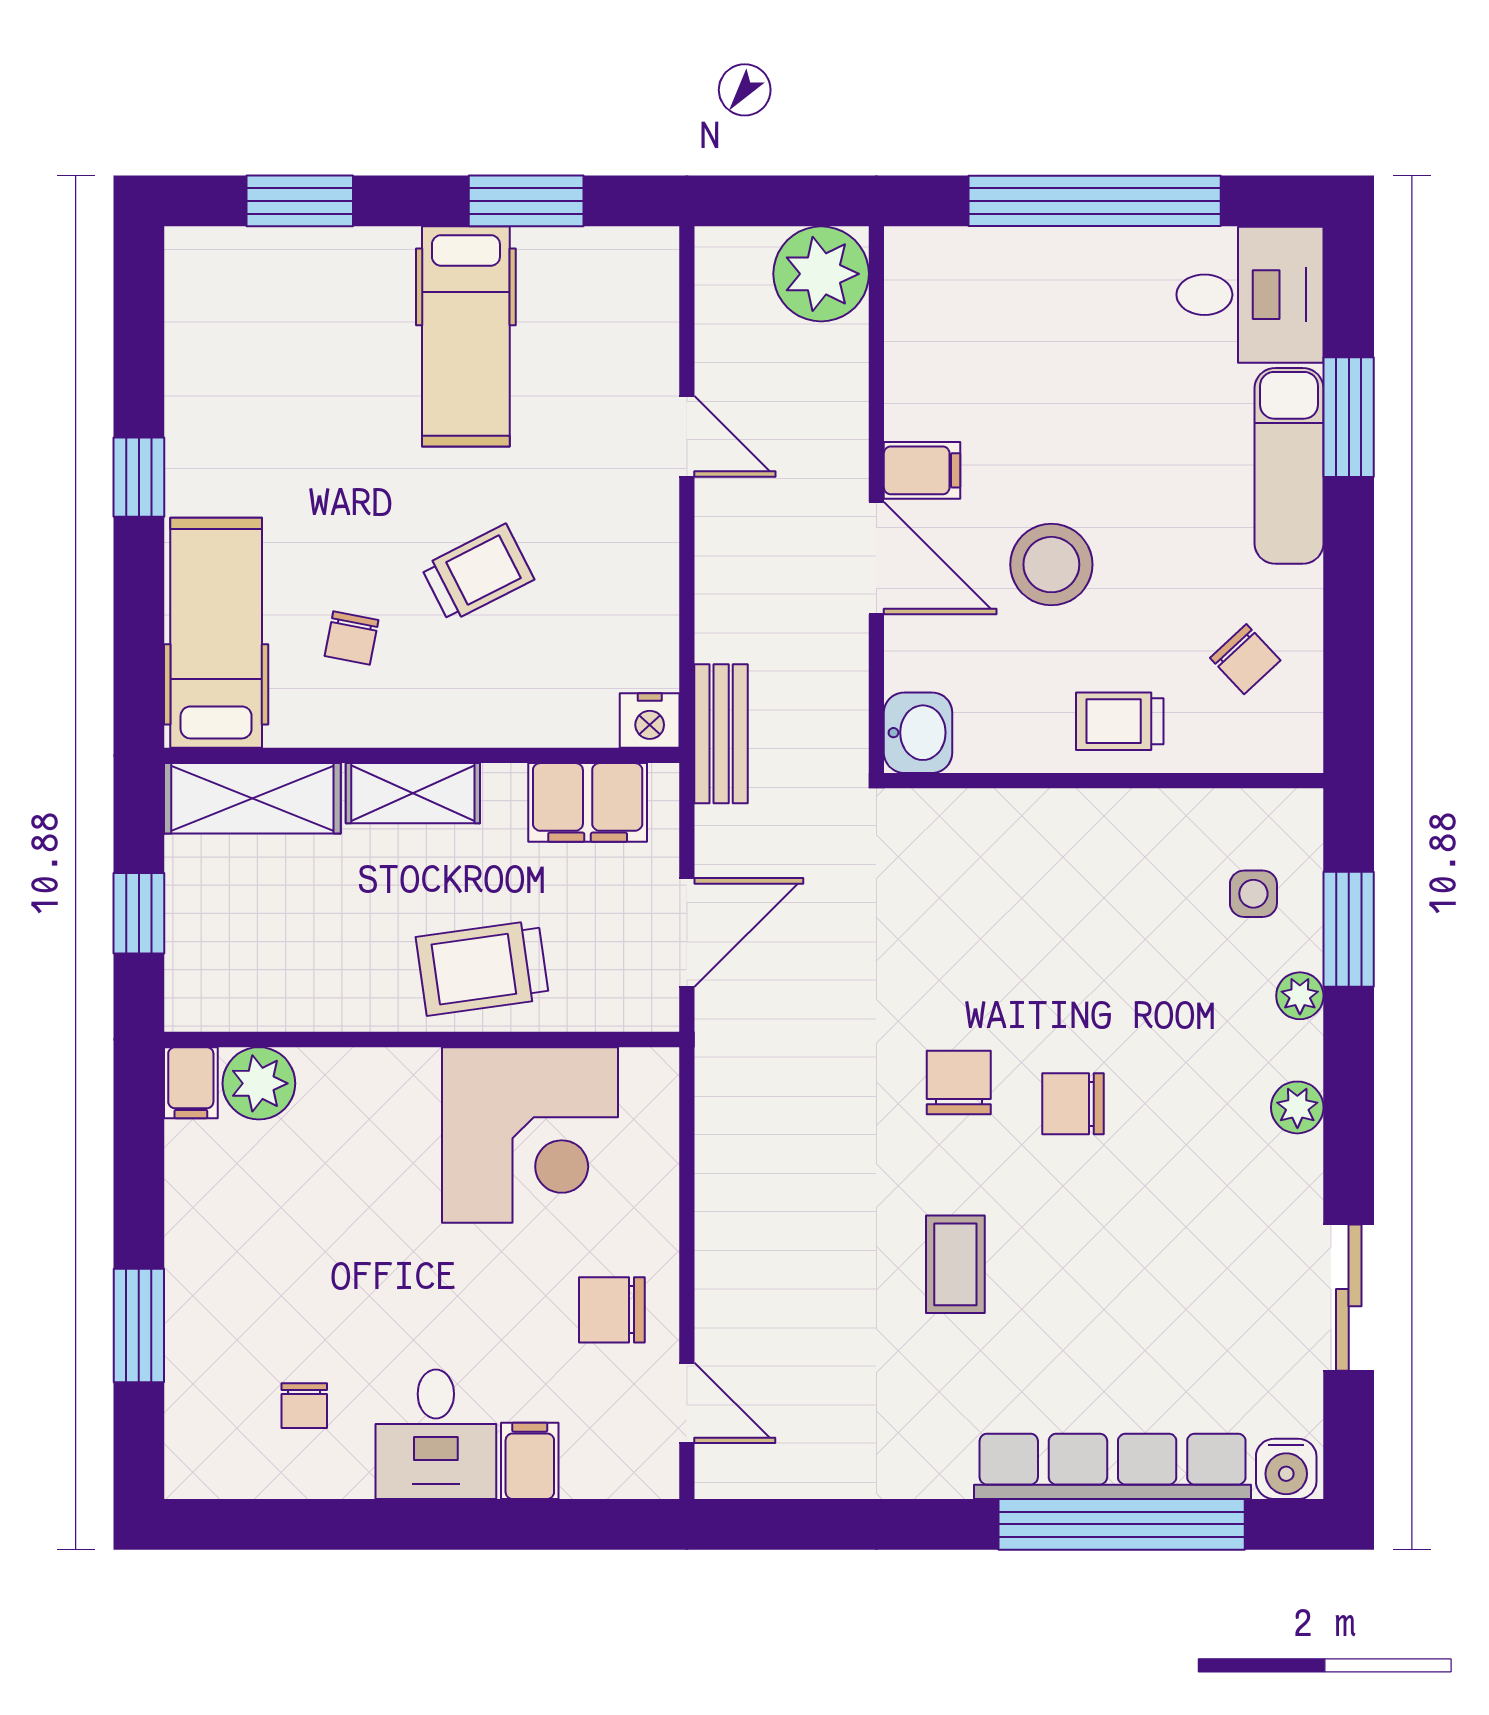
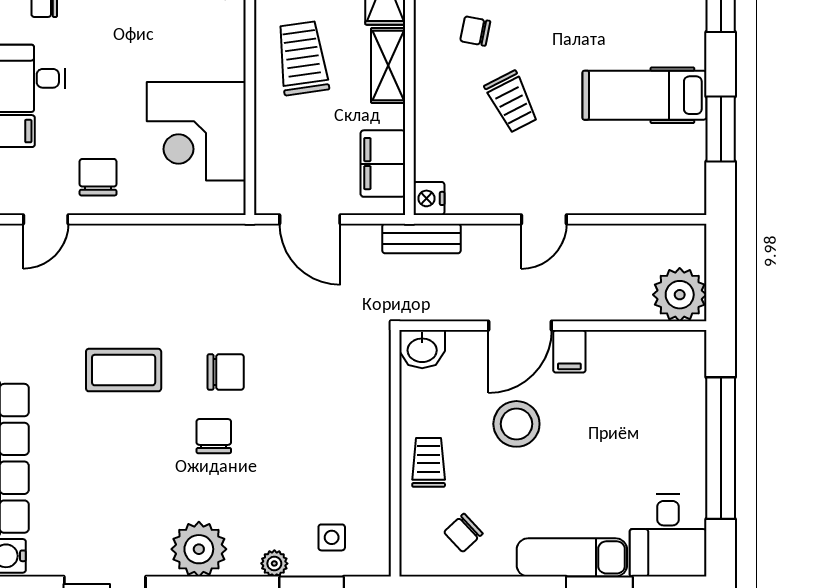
door: (687, 436) -> (544, 219), moved
trolley: (482, 968) -> (302, 58), moved
plant: (1297, 1107) -> (199, 549), width x1.87, depth x1.87
coffee table: (955, 1264) -> (124, 370), width x1.36, depth x1.30

